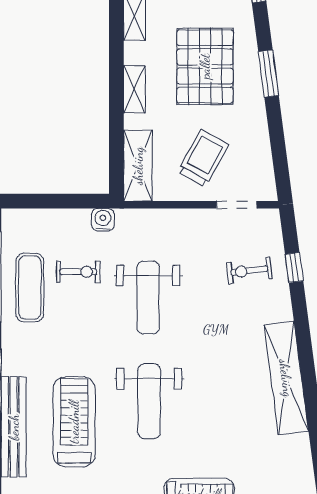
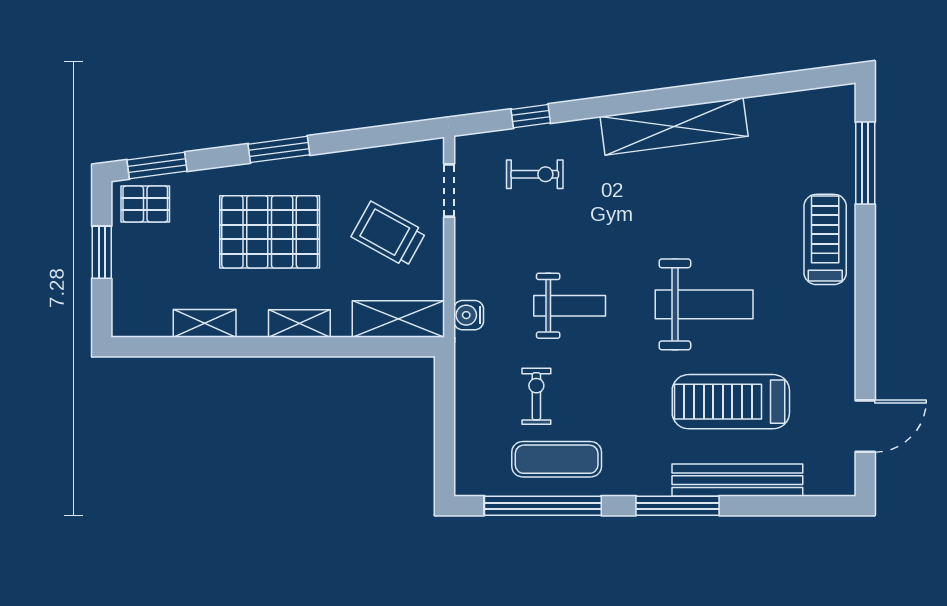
water cooler: (103, 220) -> (469, 315), moved
exercise bike: (249, 271) -> (535, 174), turned -83
weight bench: (148, 297) -> (570, 306), width x0.73, depth x0.75

